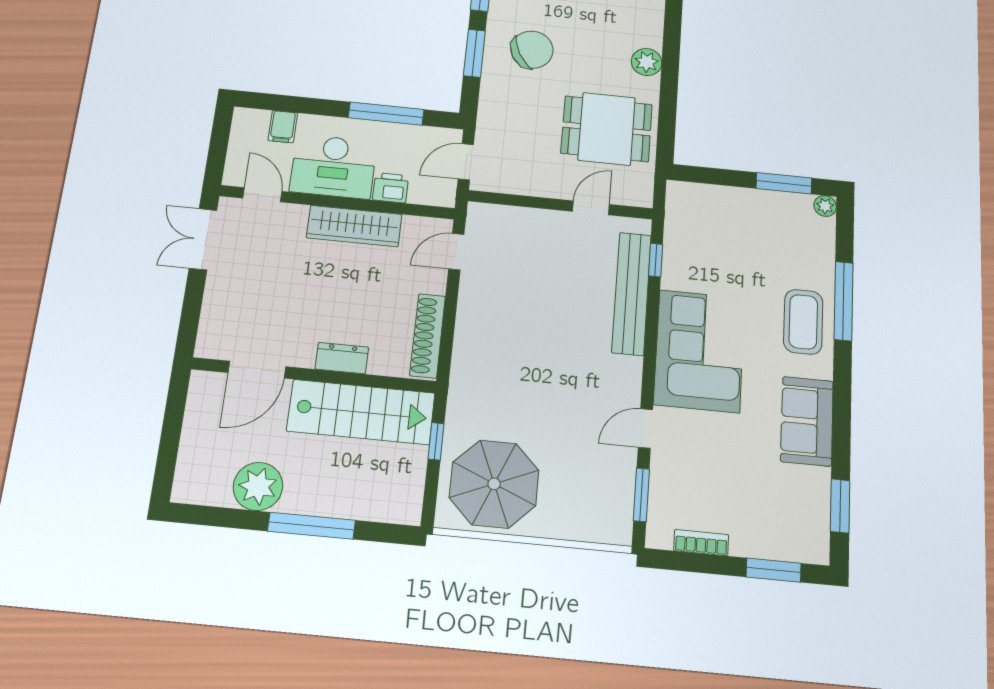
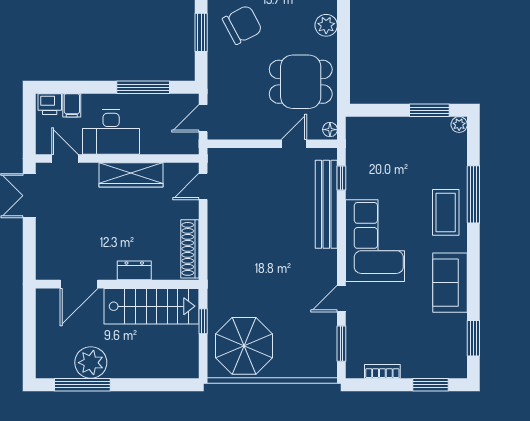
printer: (391, 188) -> (50, 104), moved, turned 180
floor lamp: (643, 194) -> (330, 130), added
window: (311, 526) -> (82, 385), moved

